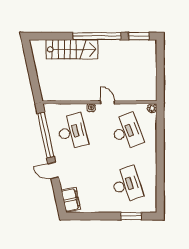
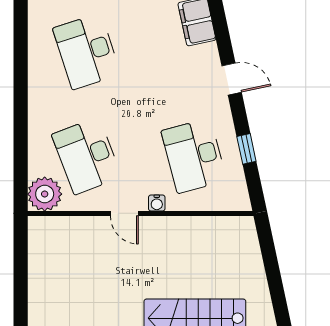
plant: (152, 108) -> (45, 194), width x1.88, depth x1.88
window: (46, 135) -> (246, 149), width x0.32

